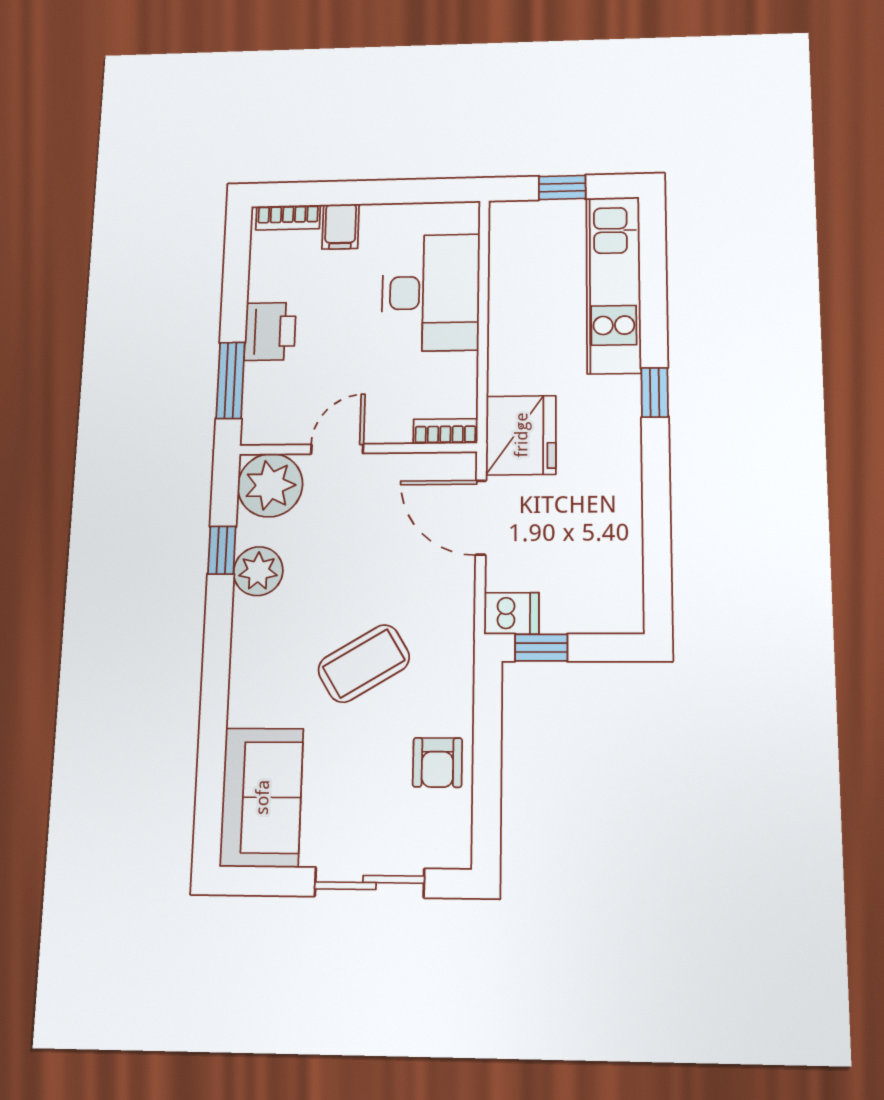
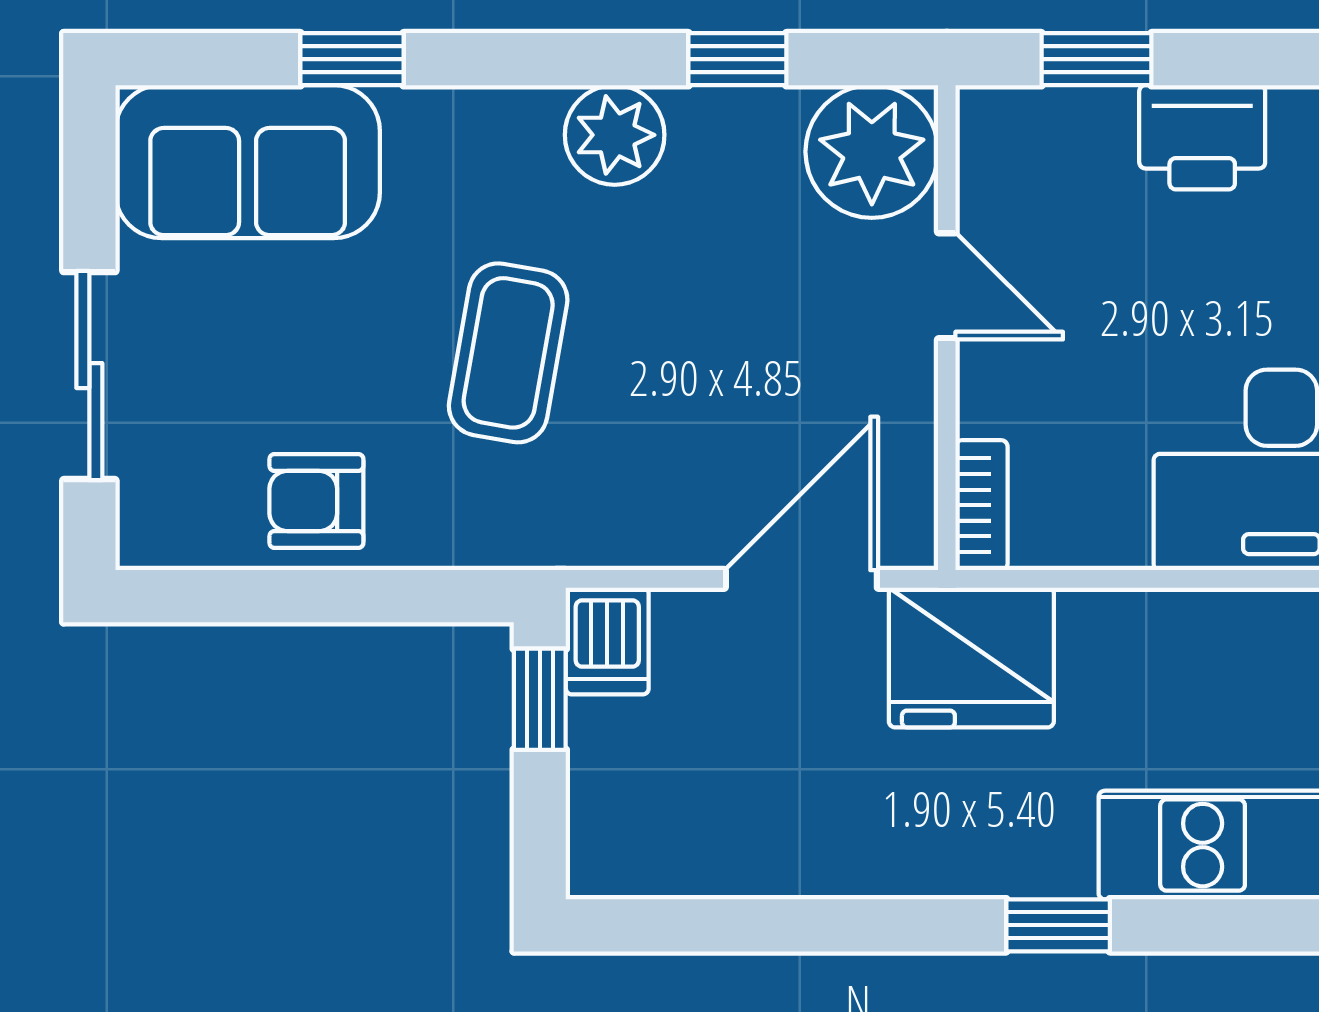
window: (230, 380) -> (1097, 59), width x0.67
plant: (258, 571) -> (615, 135), moved
coffee table: (364, 664) -> (508, 353), turned 41
window: (212, 743) -> (352, 59), added

